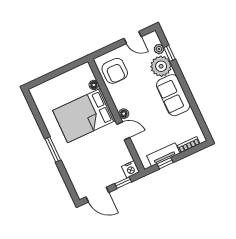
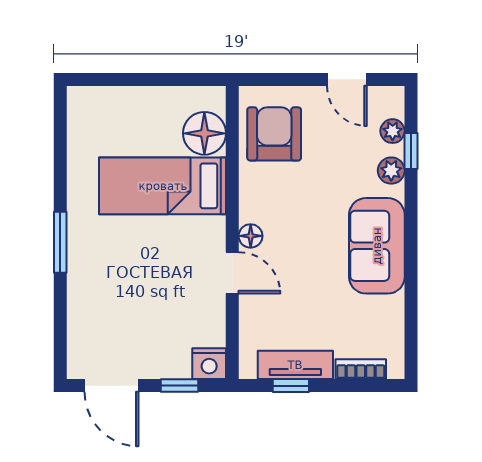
plant: (161, 66) -> (391, 171), width x0.53, depth x0.53
armchair: (115, 71) -> (274, 134), turned 180
floor lamp: (94, 85) -> (204, 133), width x1.89, depth x1.89
bed: (84, 116) -> (163, 186), width x0.67

